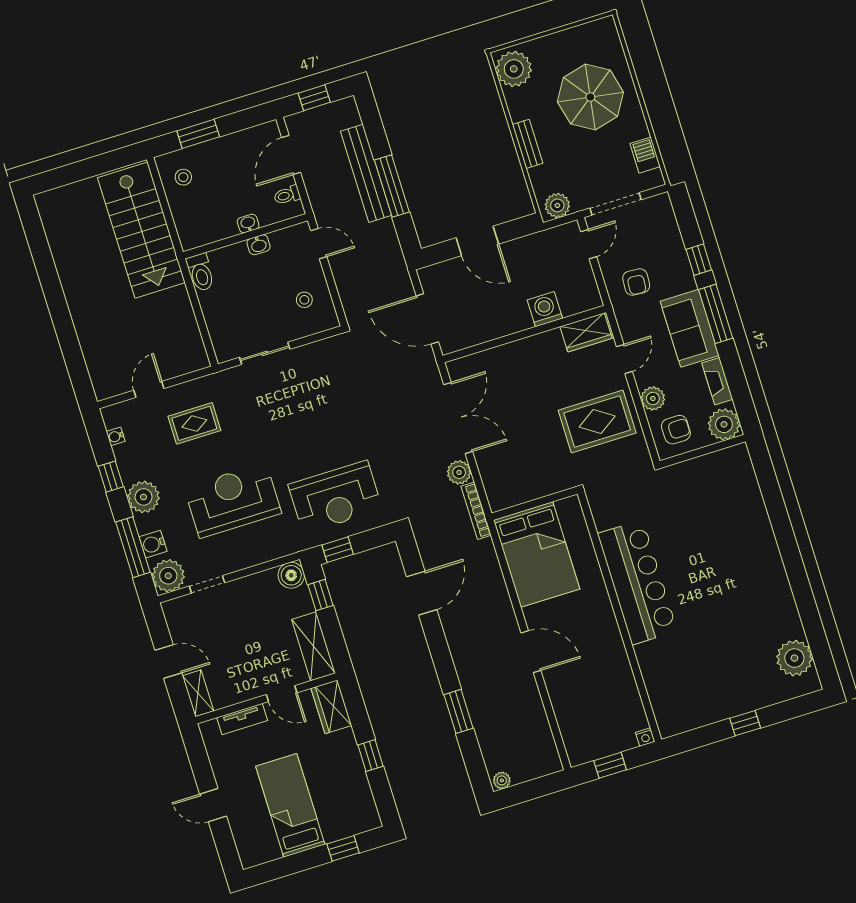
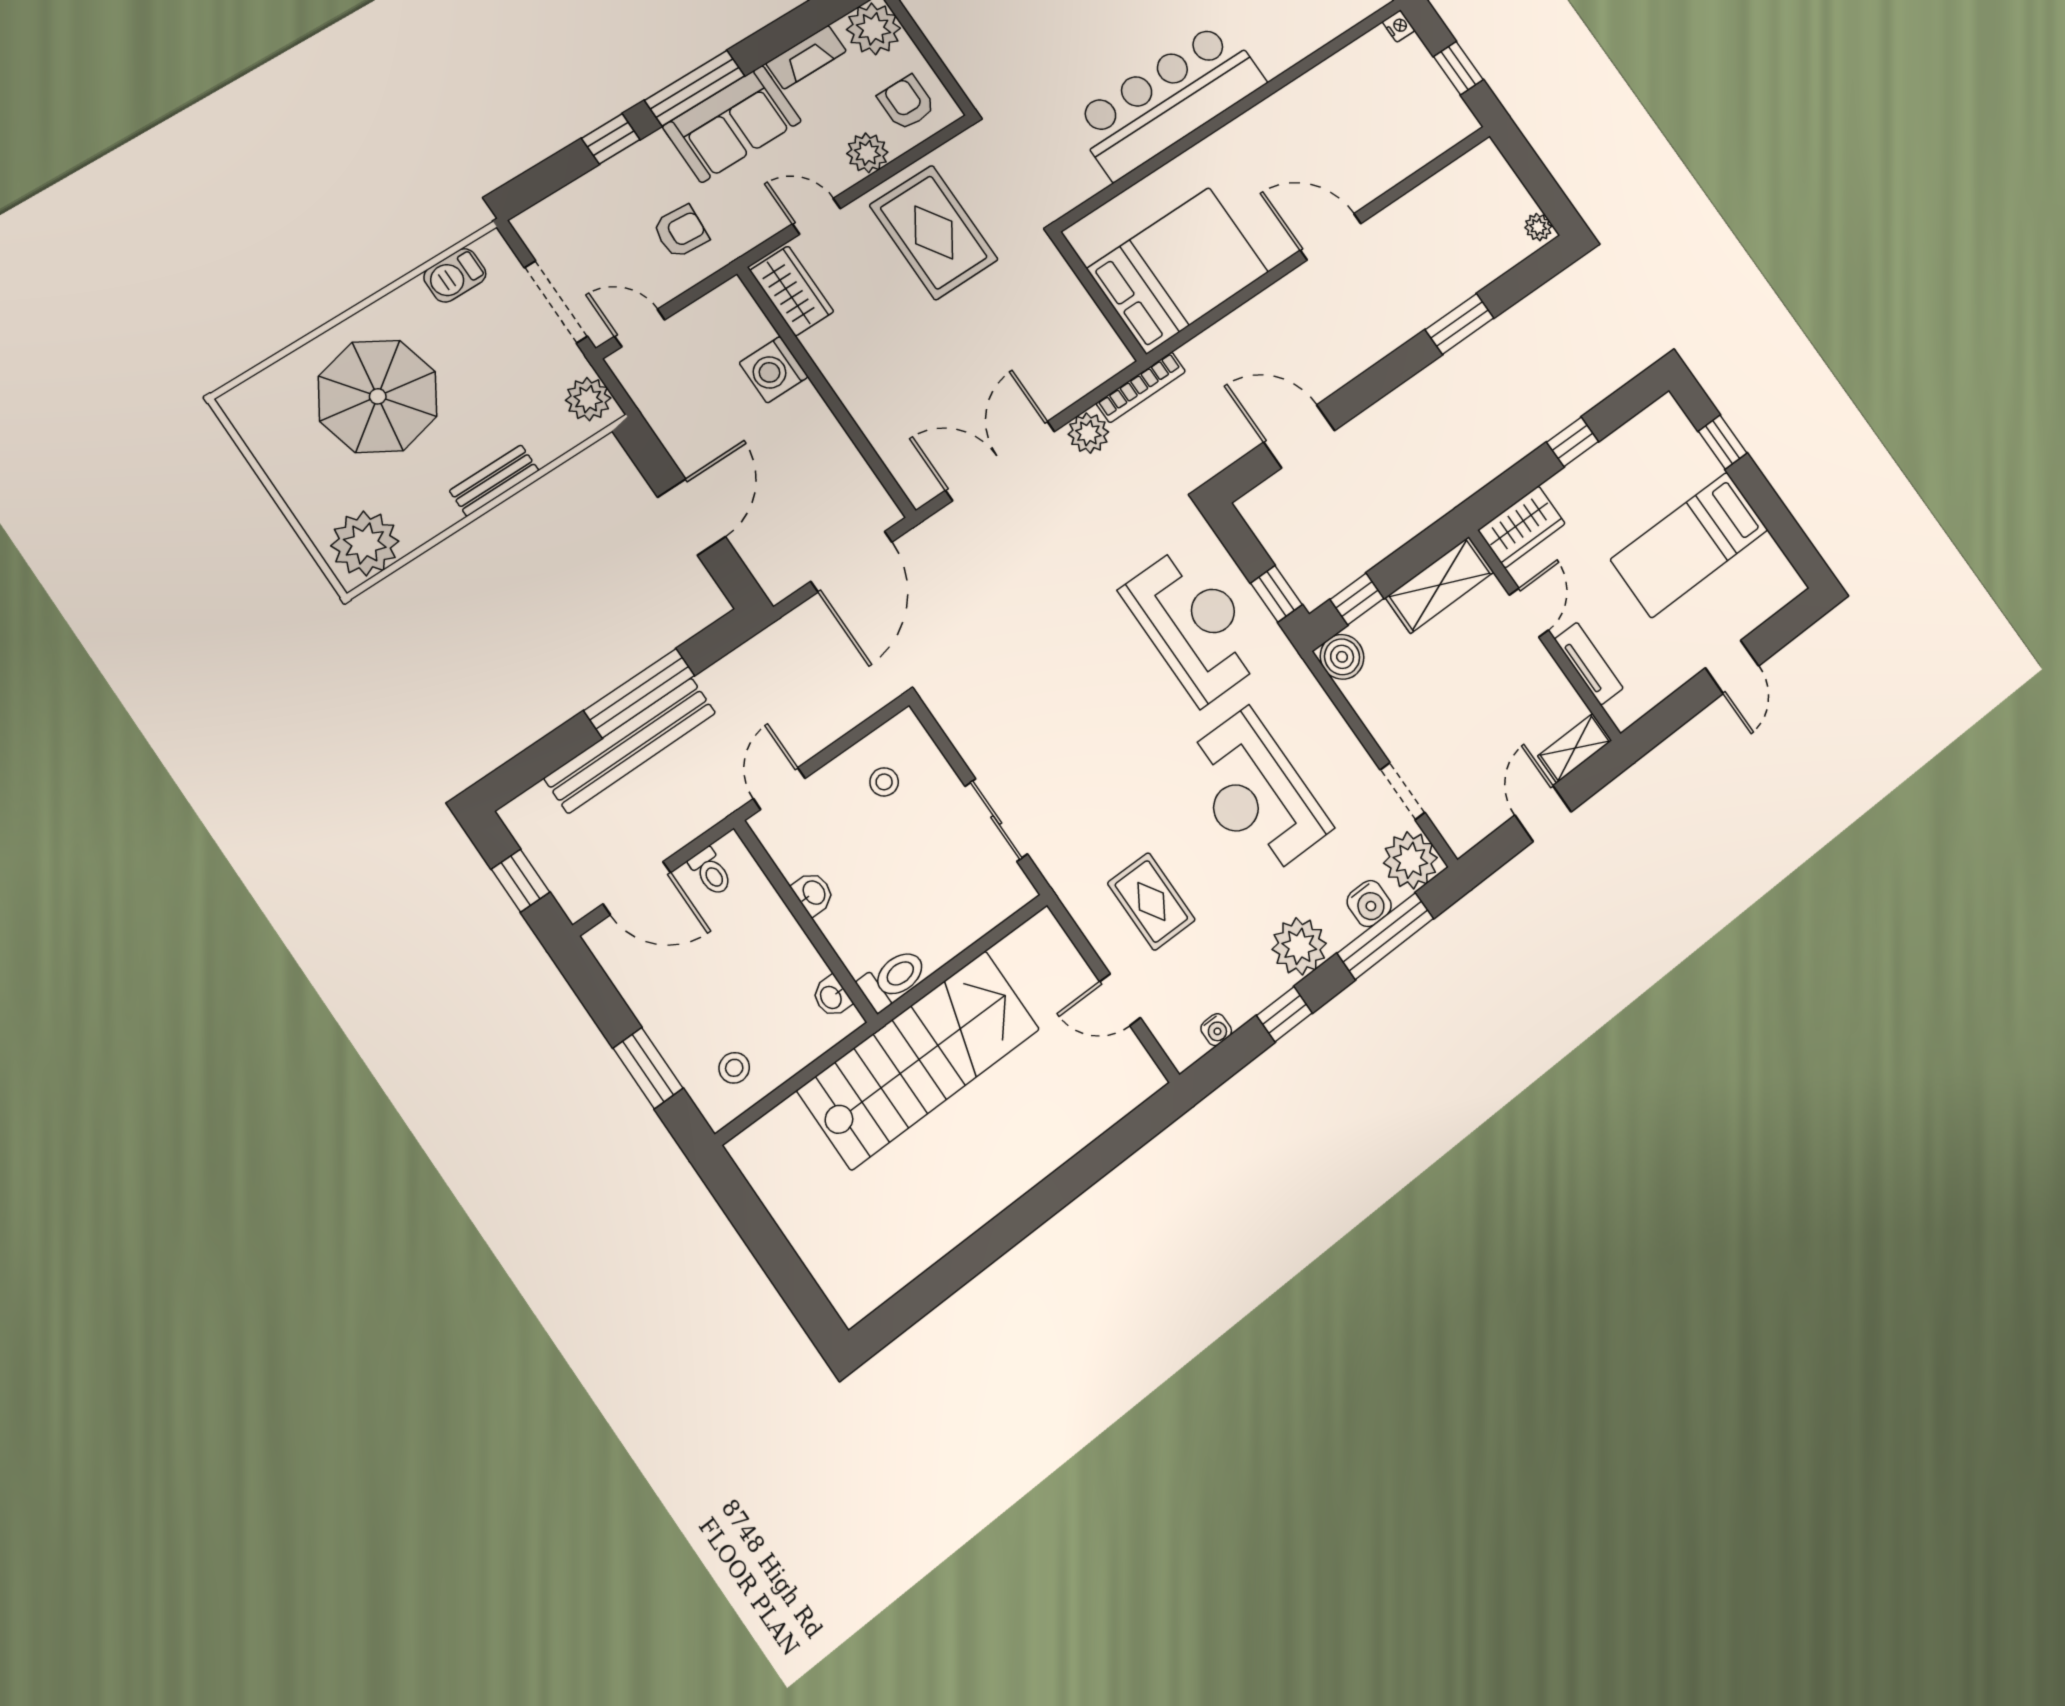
washbasin: (248, 223) -> (832, 997), moved
stairs: (141, 230) -> (919, 1060), moved
door: (531, 652) -> (1331, 237), hinge flipped

